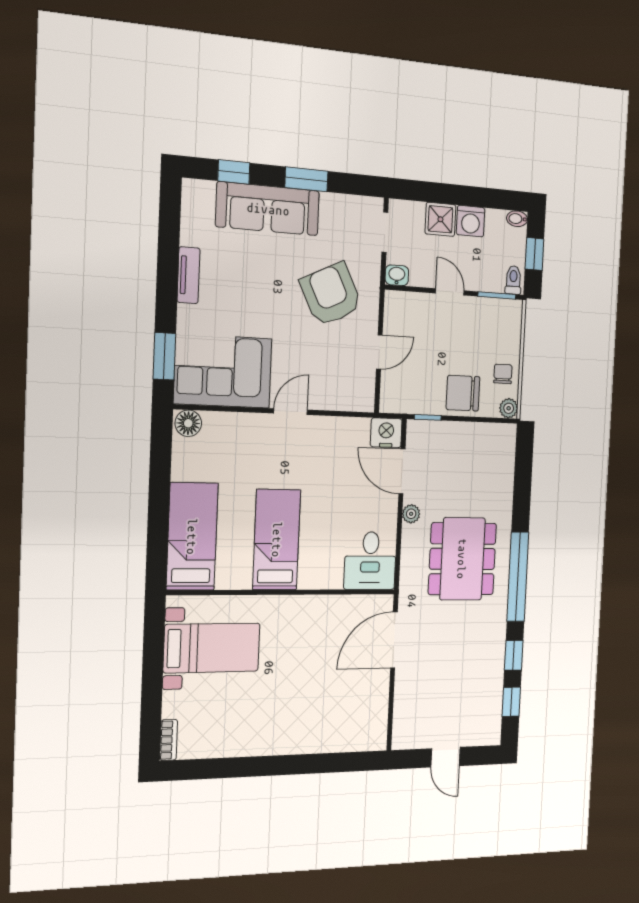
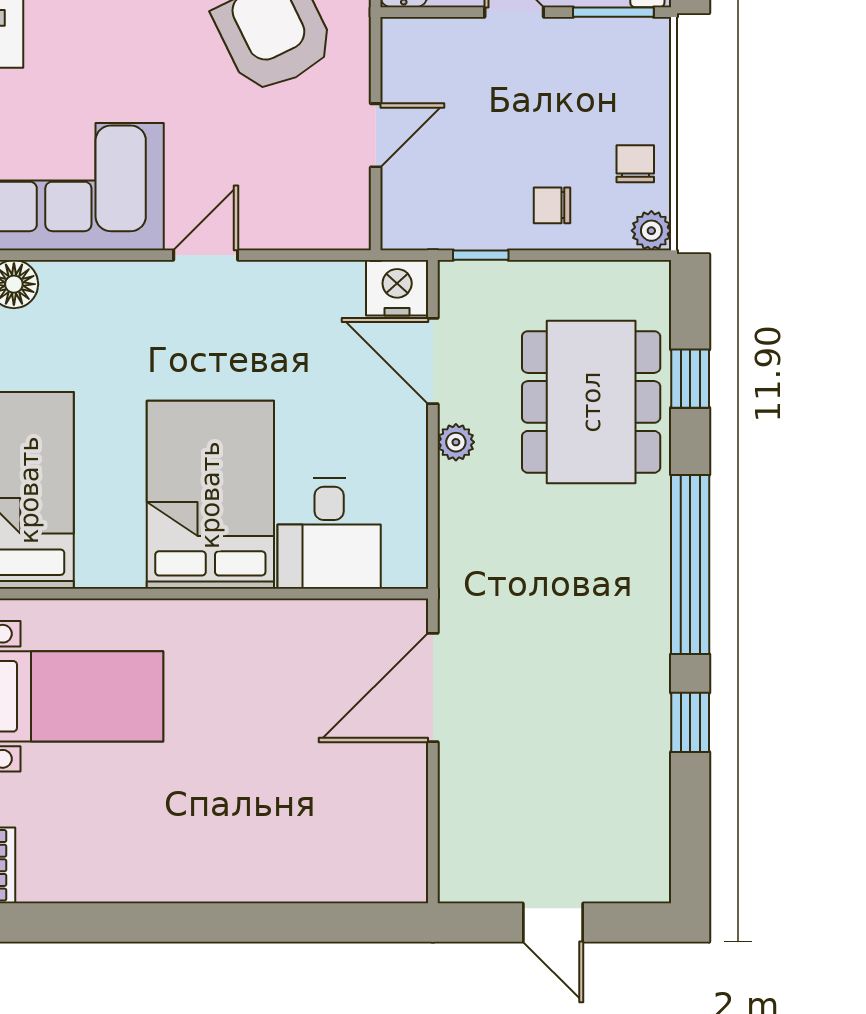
chair: (463, 393) -> (552, 205), width x0.54, depth x0.54
bed: (277, 540) -> (210, 495), width x1.50
dining table: (462, 559) -> (591, 402), moved
desk: (370, 561) -> (329, 533), moved
window: (511, 702) -> (690, 379), moved

